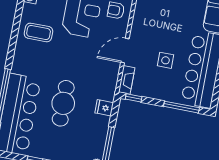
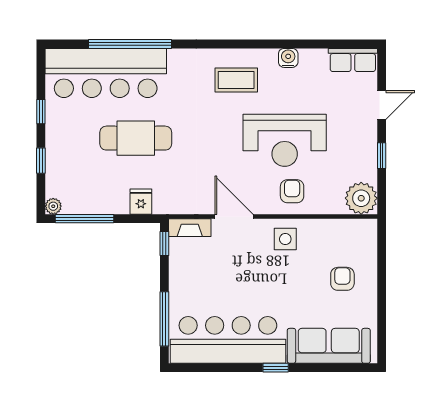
coffee table: (39, 32) -> (236, 80), turned 90
side table: (166, 60) -> (285, 239), moved

